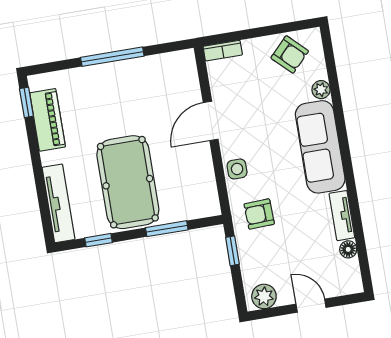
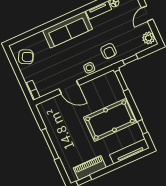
armchair: (290, 54) -> (26, 57), turned 73
plant: (321, 90) -> (39, 37), removed
window: (167, 229) -> (121, 80), moved

